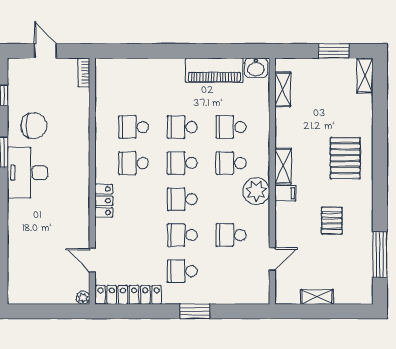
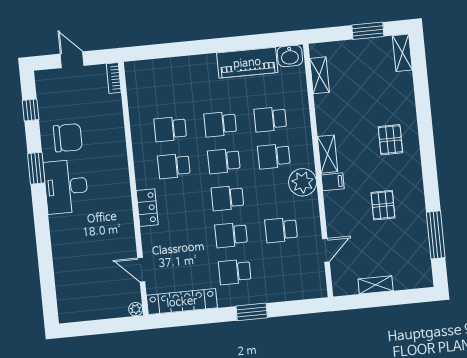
pallet: (345, 158) -> (390, 140), width x0.67, depth x0.71

